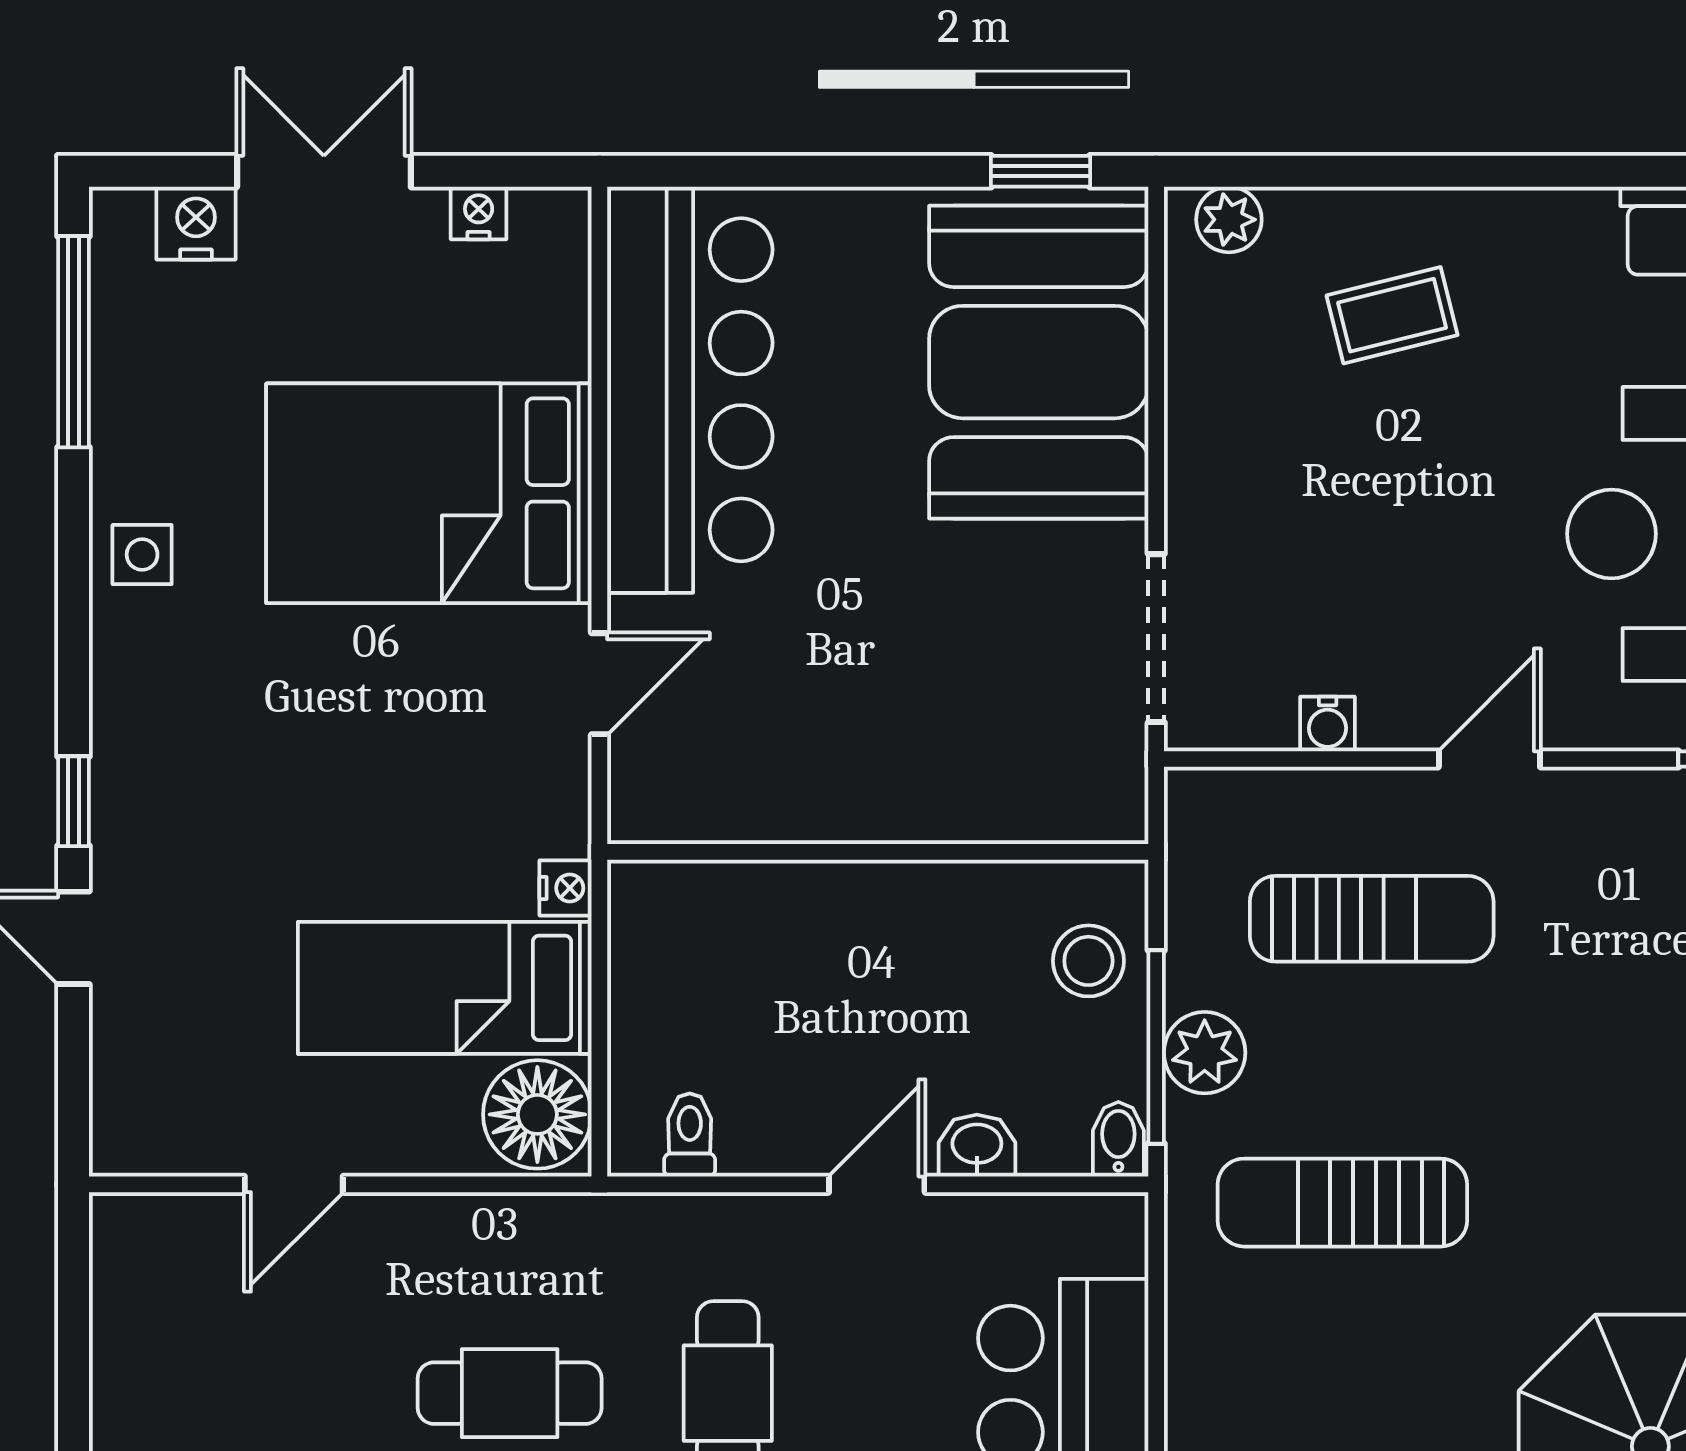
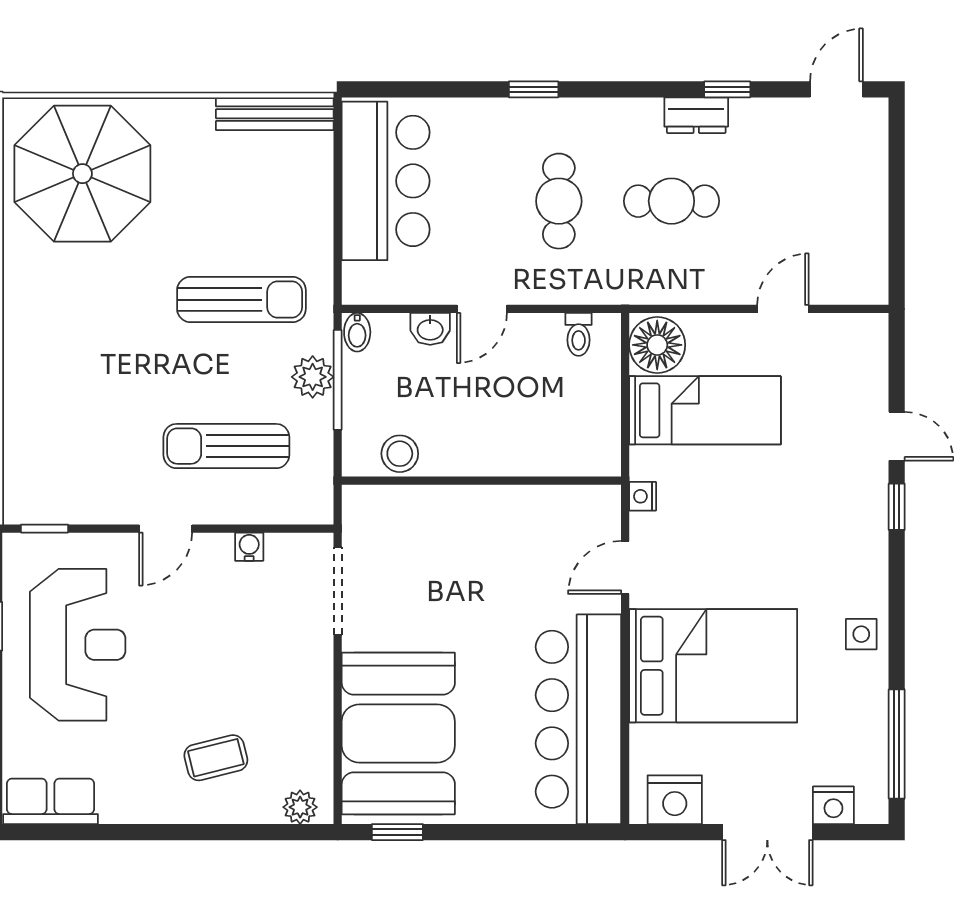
nightstand: (479, 213) -> (675, 800), width x1.89, depth x1.79
nightstand: (566, 888) -> (643, 496), moved
stool: (1088, 961) -> (400, 454), moved

